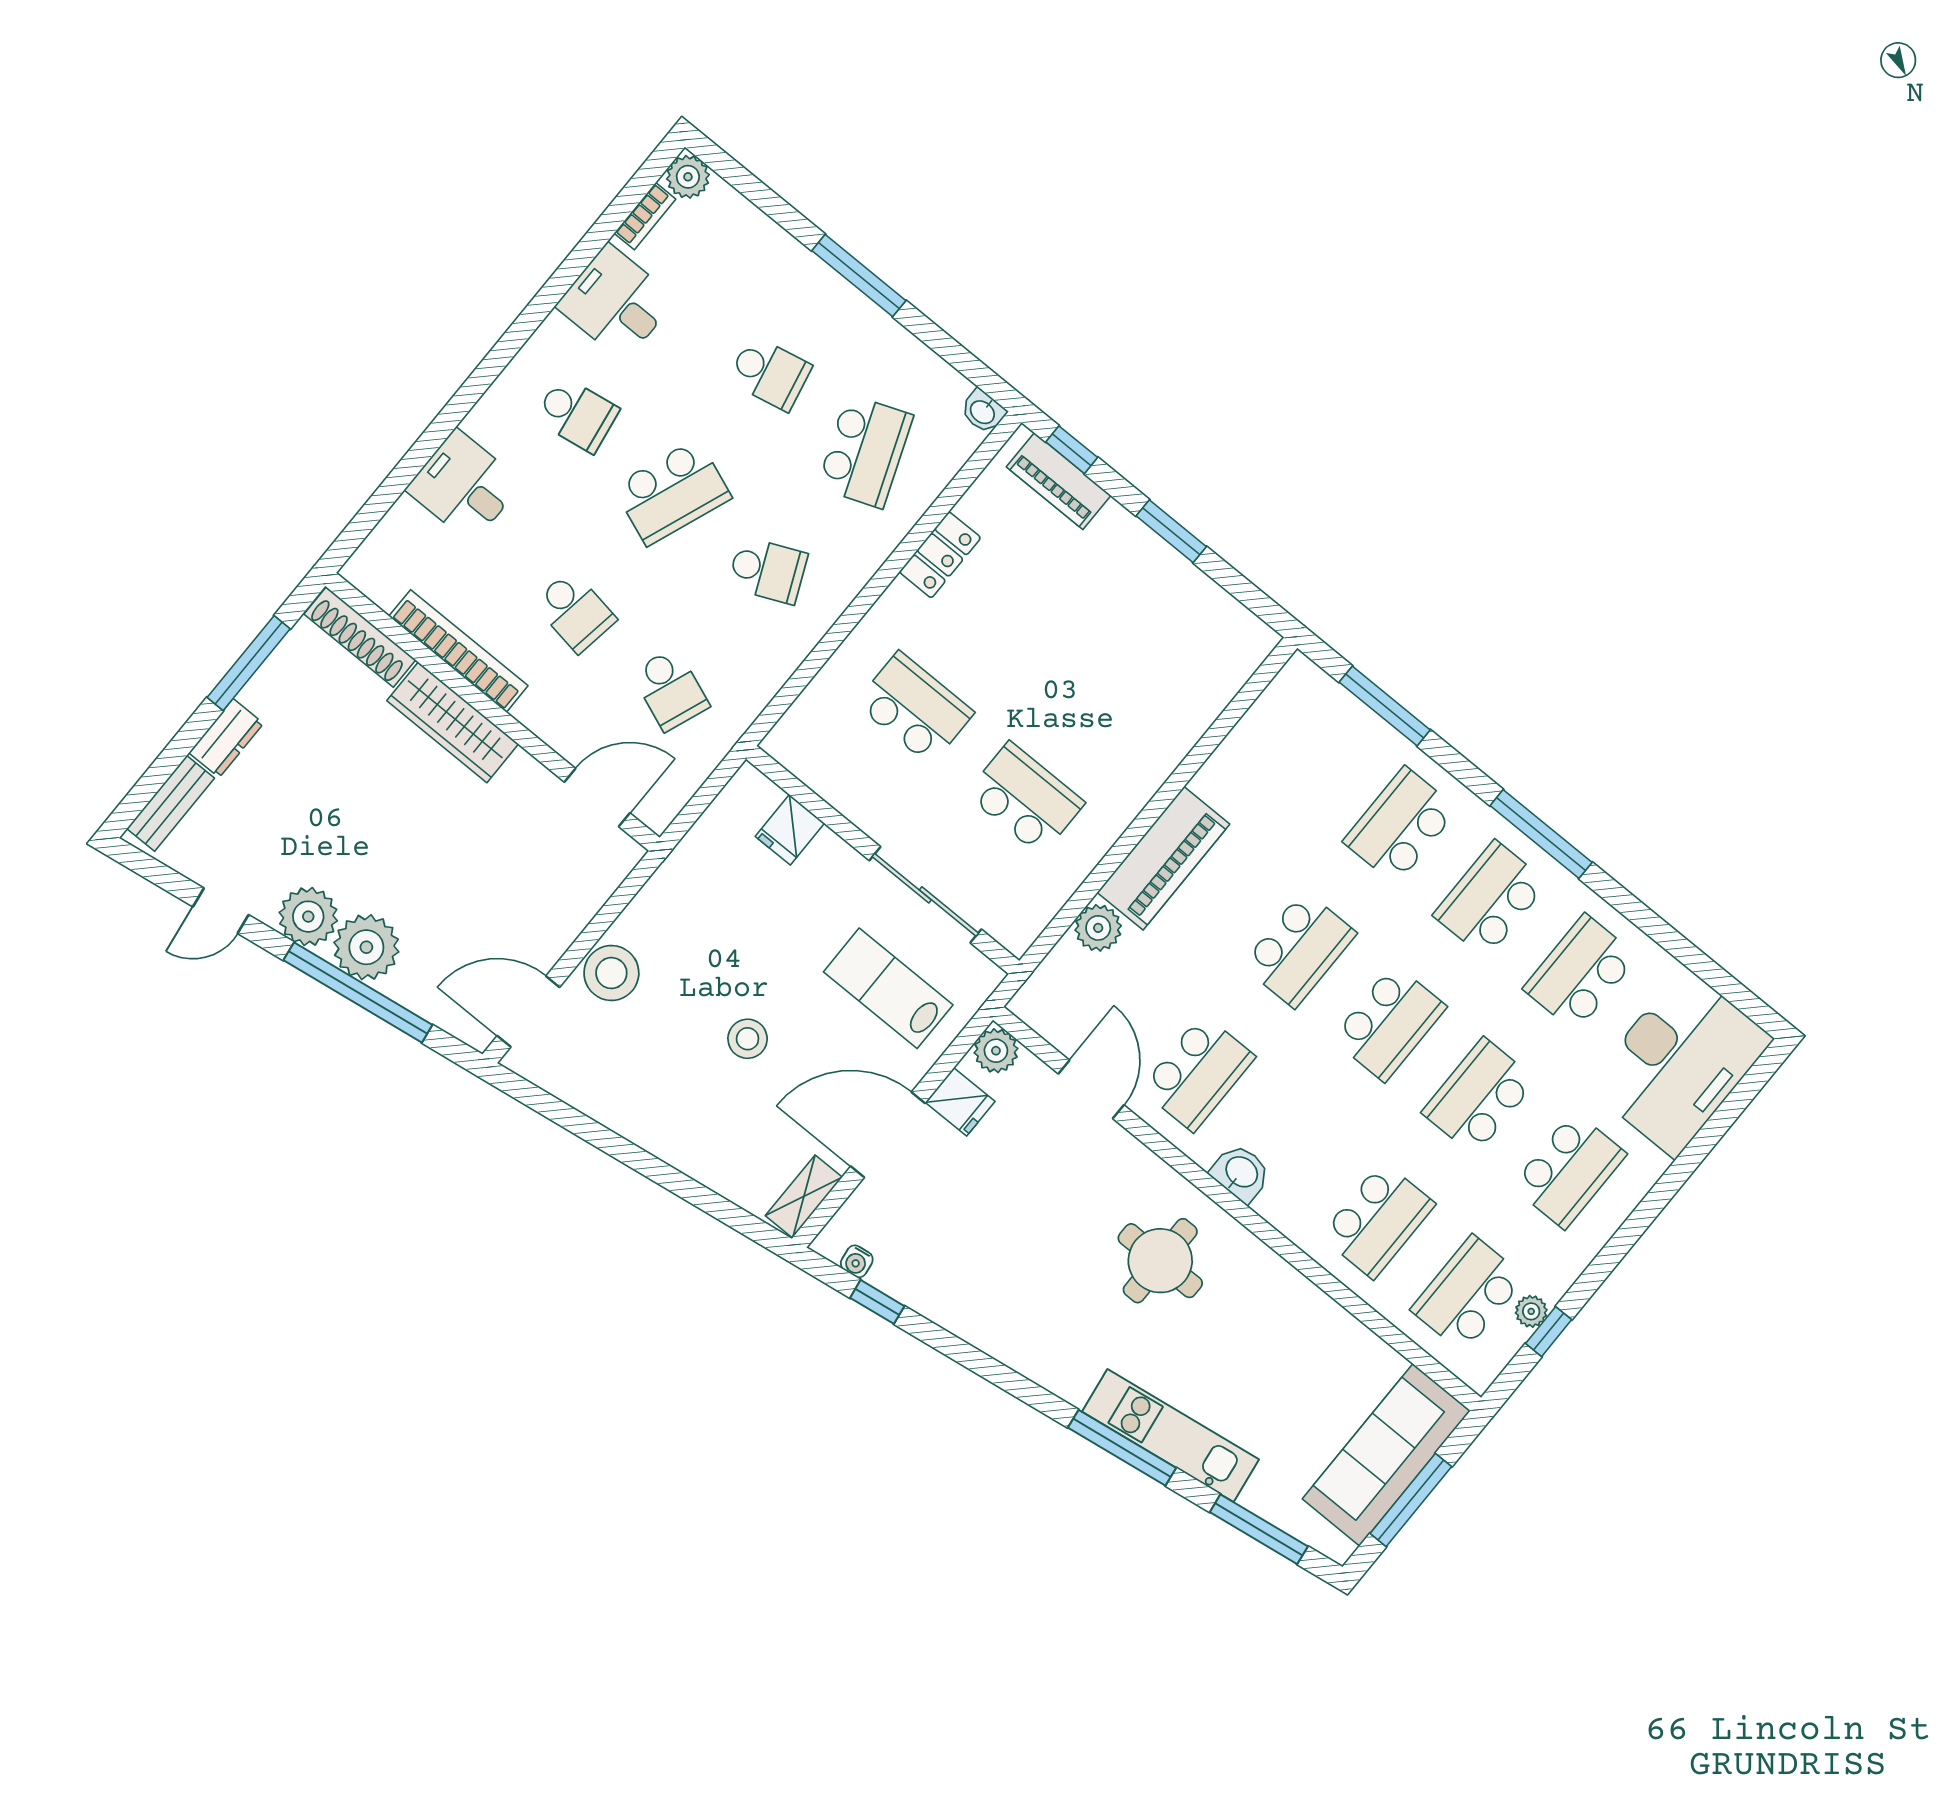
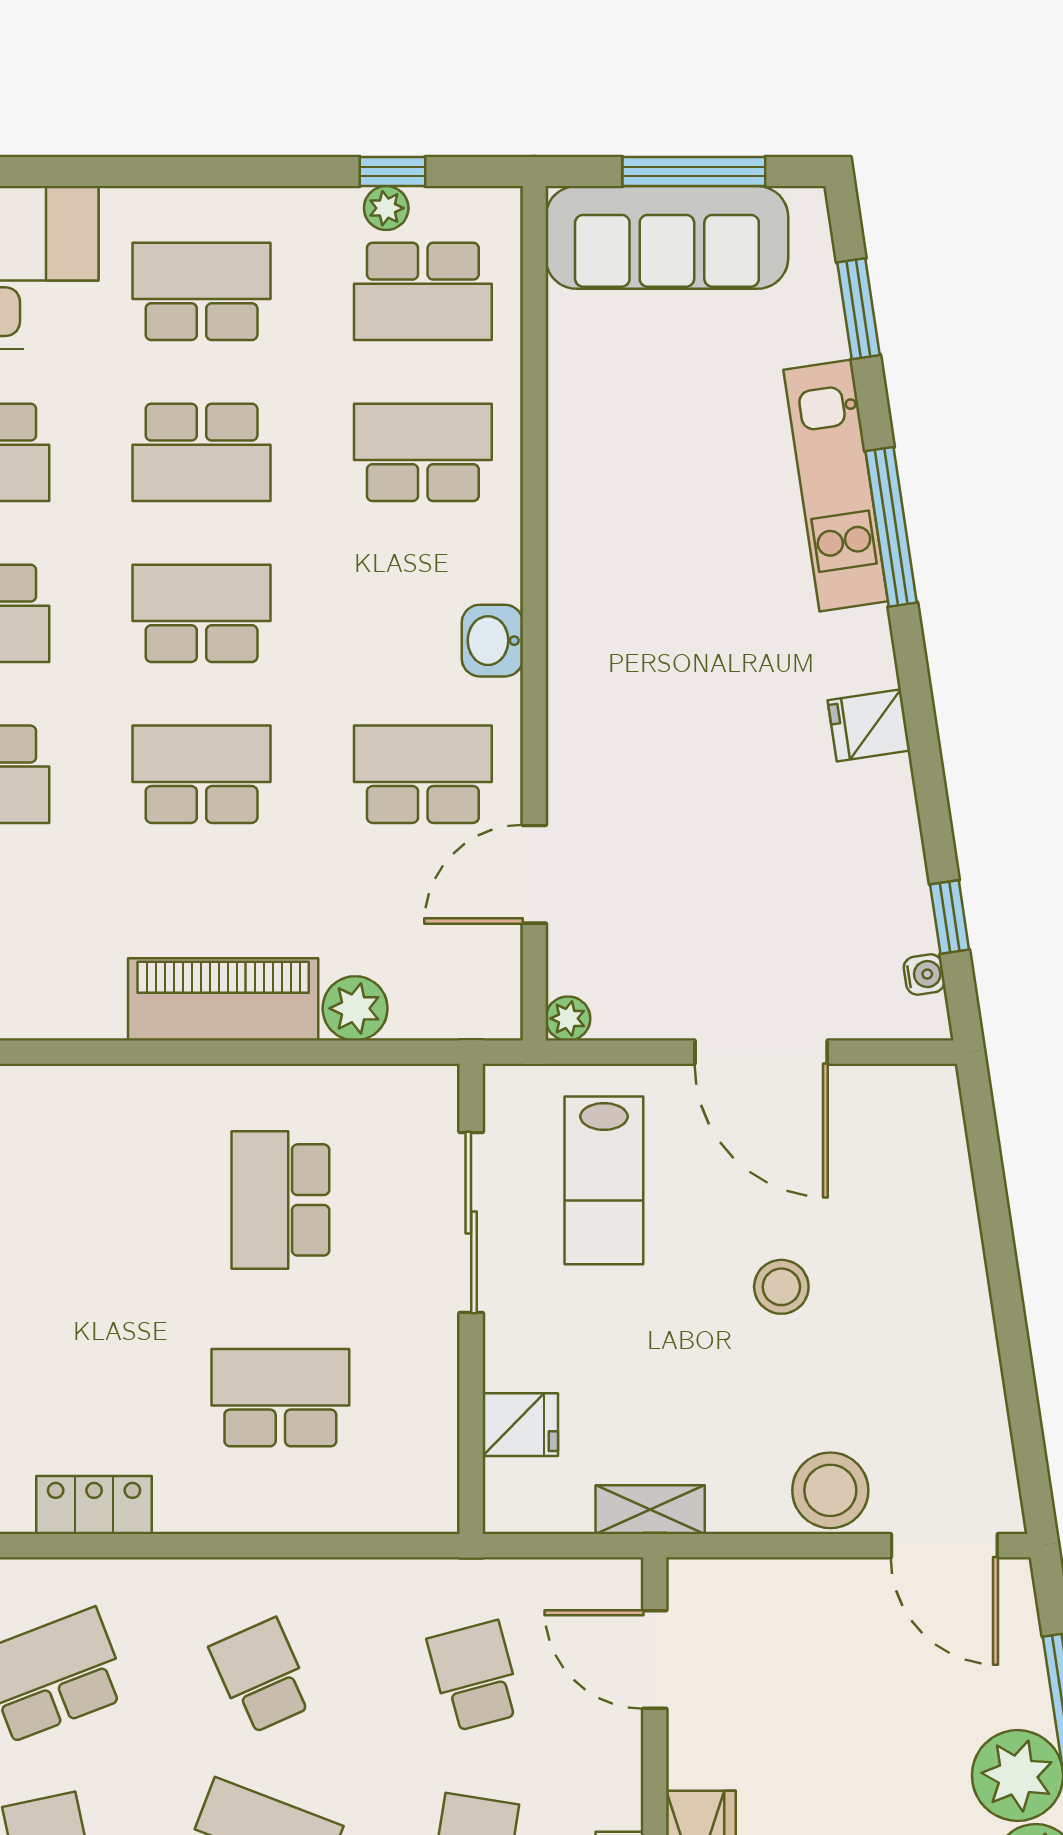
school desk: (670, 689) -> (475, 1676), turned -36
school desk: (915, 708) -> (280, 1398), turned 90
plant: (996, 1051) -> (568, 1018), width x0.73, depth x0.73
fridge: (960, 1102) -> (869, 725), moved, turned -99
shelving: (804, 1196) -> (650, 1510), moved
round table: (1160, 1261) -> (657, 650), removed
window: (1259, 1529) -> (859, 309), width x0.69

